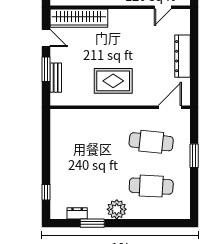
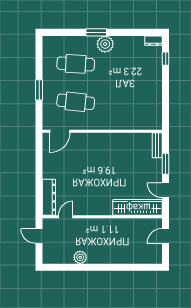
dresser: (183, 56) -> (49, 197), moved
bench: (56, 78) -> (157, 145), moved
rug: (113, 81) -> (108, 154), removed
dresser: (77, 213) -> (153, 41), moved
window: (92, 223) -> (96, 32), moved

